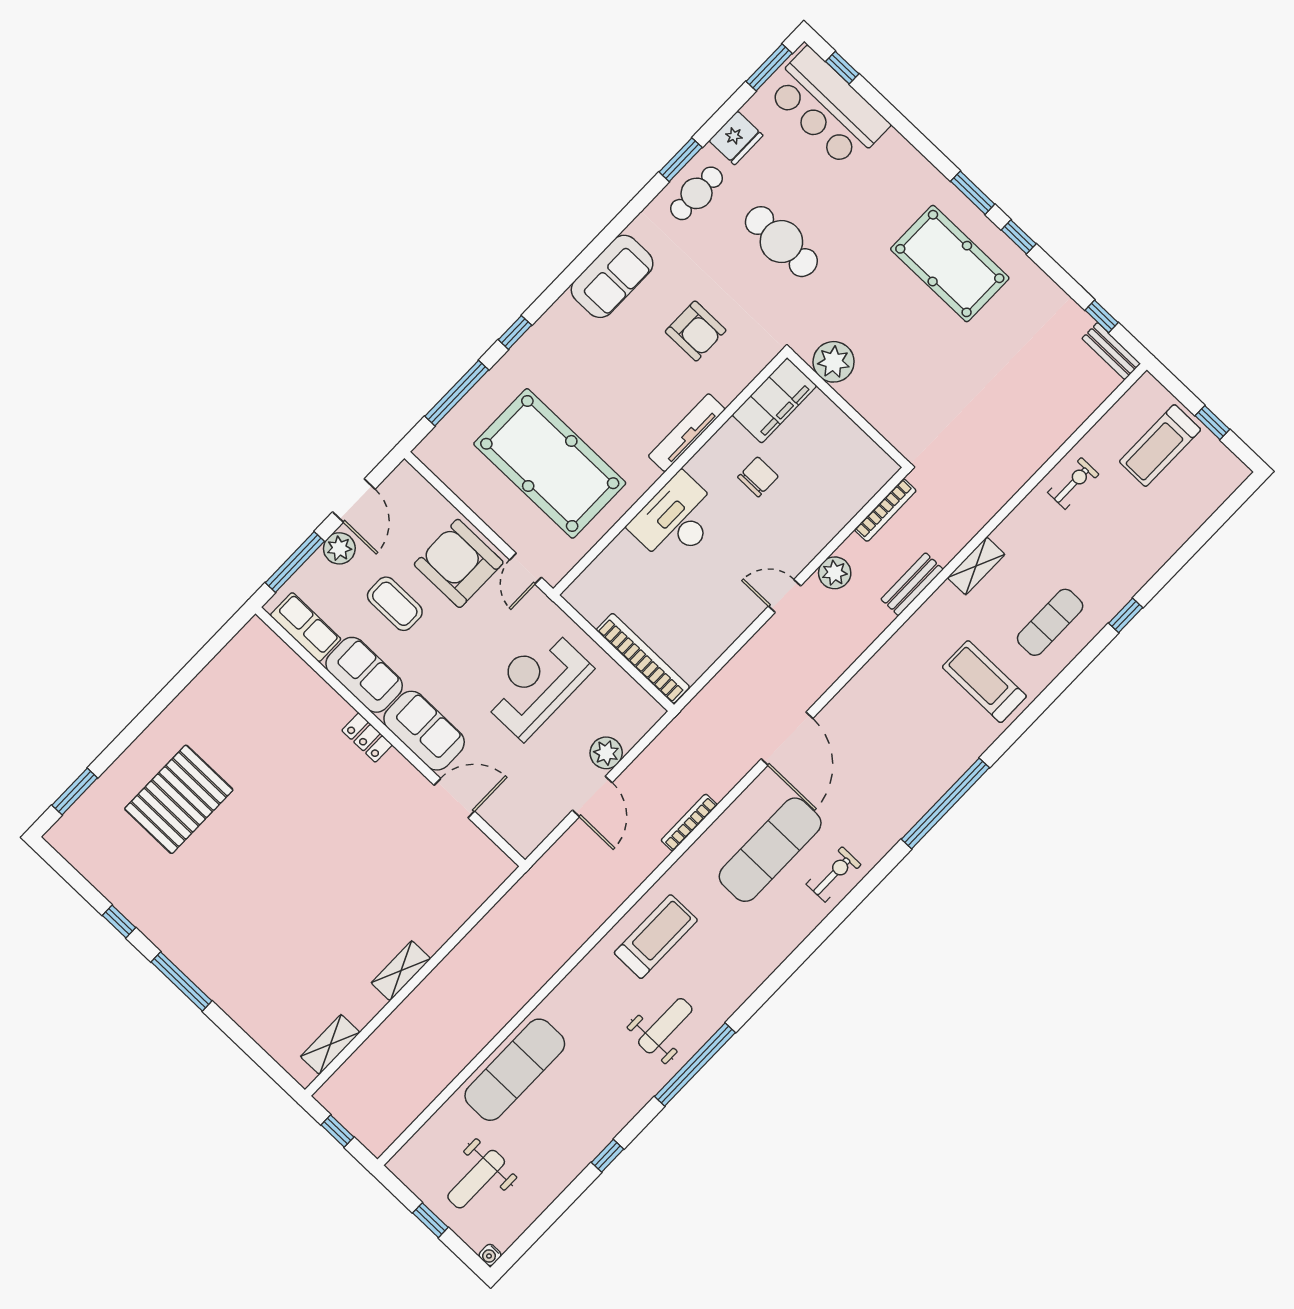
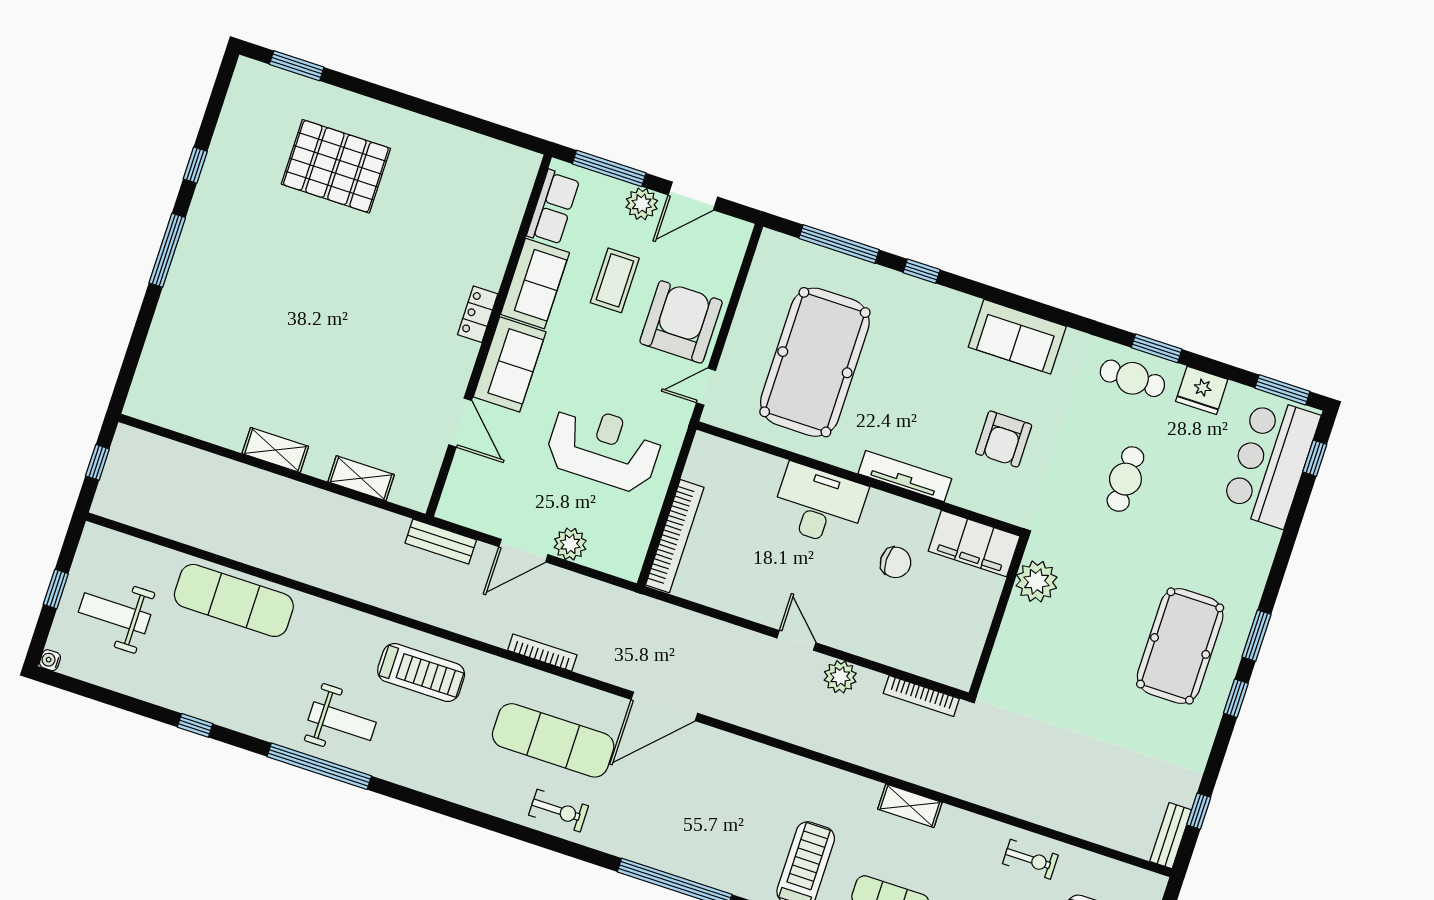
cafe table: (781, 242) -> (1125, 479), width x0.73, depth x0.74
bench: (912, 584) -> (441, 542), moved
shelving: (330, 1044) -> (361, 478), moved

